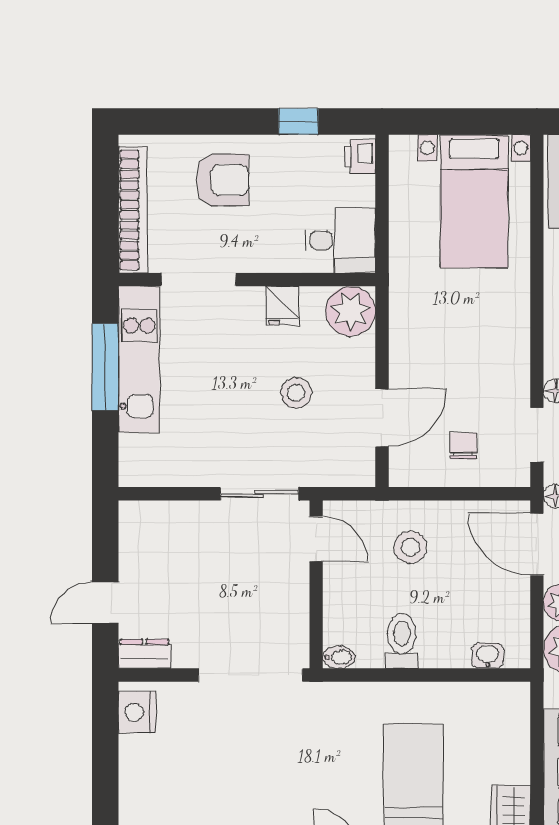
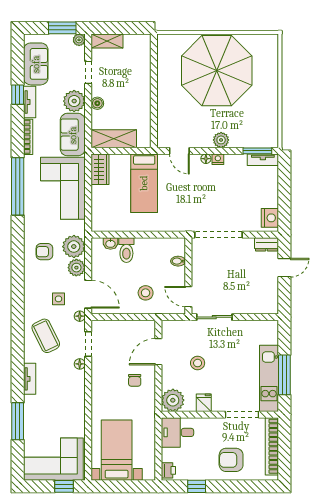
chair: (463, 446) -> (135, 380), moved
toilet: (402, 641) -> (126, 250), moved
bidet: (339, 657) -> (178, 261), moved

